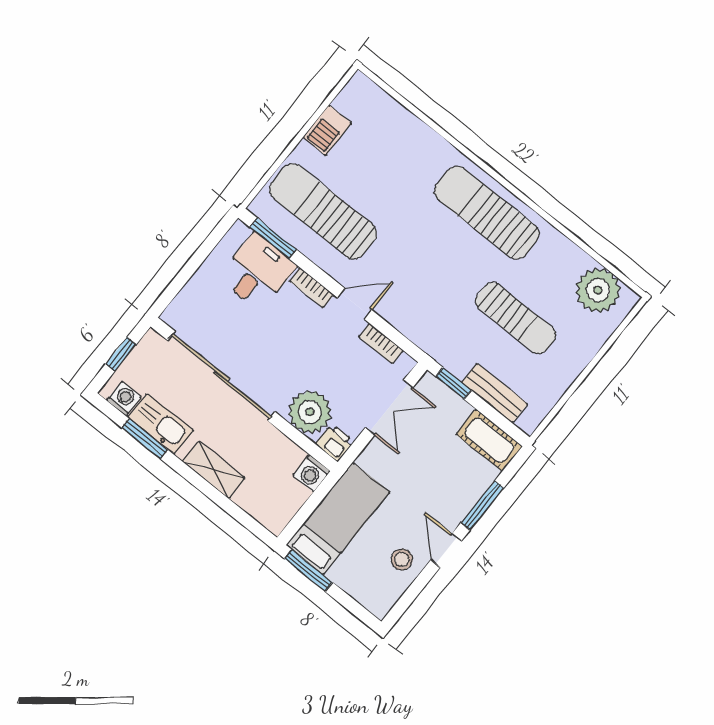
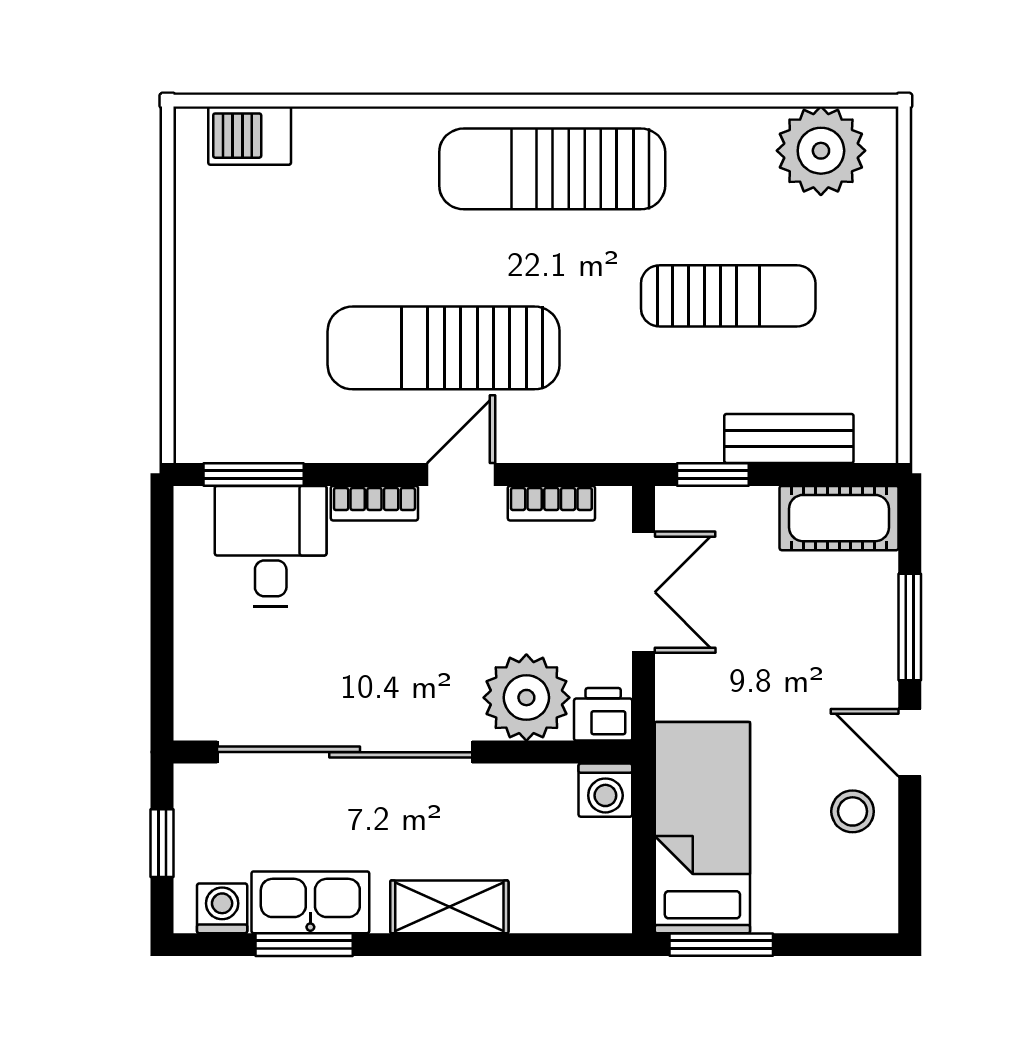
barbecue: (327, 130) -> (250, 136), moved, turned 90
sun lounger: (323, 211) -> (444, 348), moved

